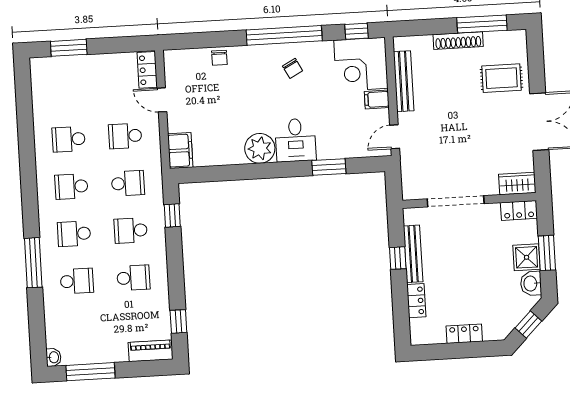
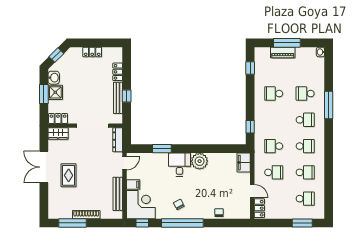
rug: (502, 78) -> (69, 175), moved, turned 90
dresser: (409, 178) -> (118, 140), added
school desk: (131, 231) -> (305, 199), moved
piano: (151, 351) -> (283, 53), moved
window: (90, 372) -> (287, 43), moved

